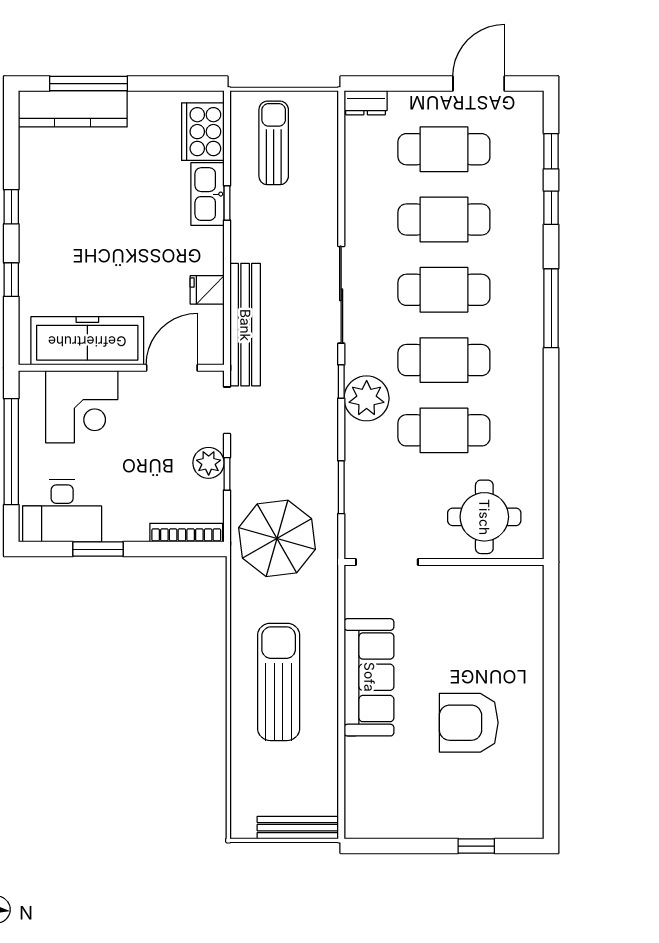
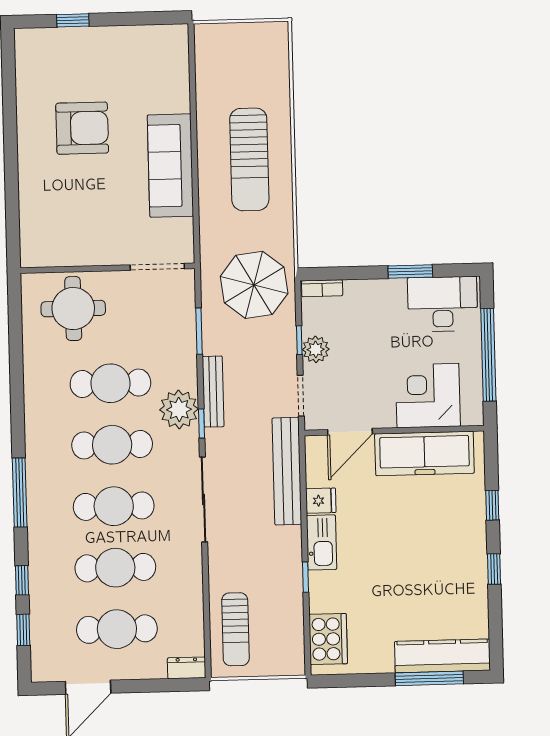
sun lounger: (274, 143) -> (235, 629), moved
kitchen sink: (208, 194) -> (322, 542), moved
bookcase: (186, 533) -> (322, 288), width x0.64
bench: (298, 828) -> (213, 392), moved, turned 90

